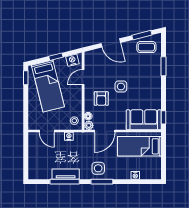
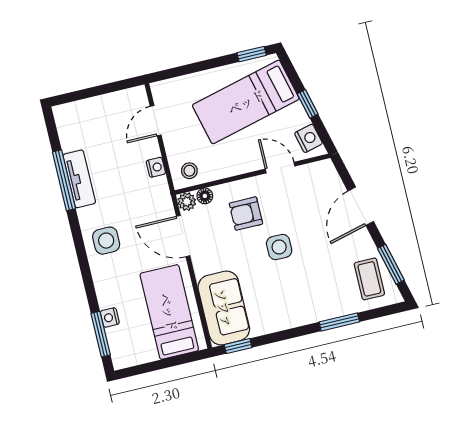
window: (102, 182) -> (101, 334), moved

